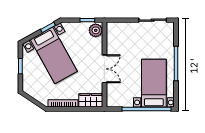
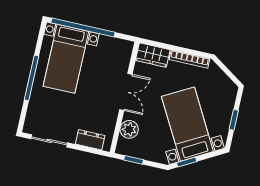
dresser: (123, 28) -> (90, 140), added
plant: (96, 30) -> (129, 129), moved
double door: (104, 69) -> (126, 92), swing flipped

